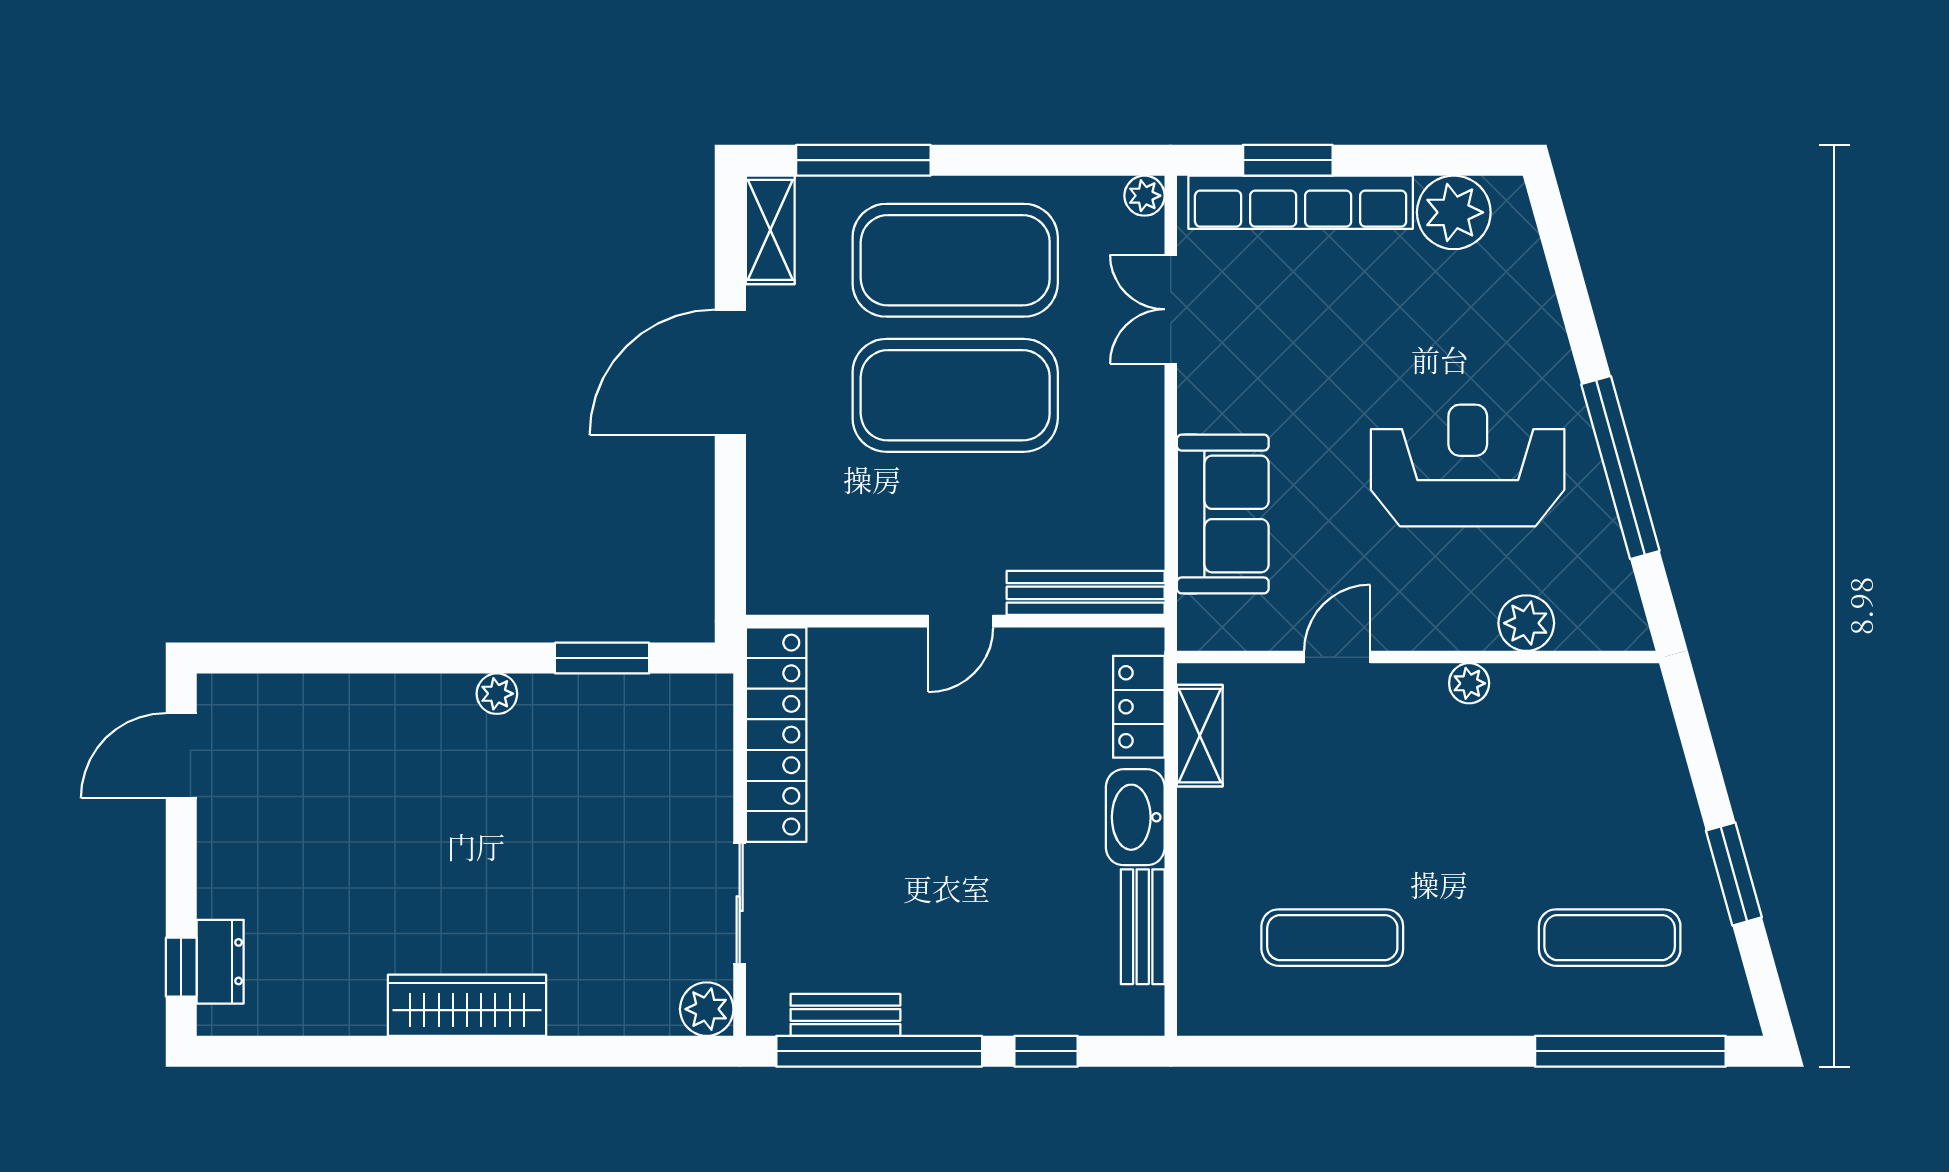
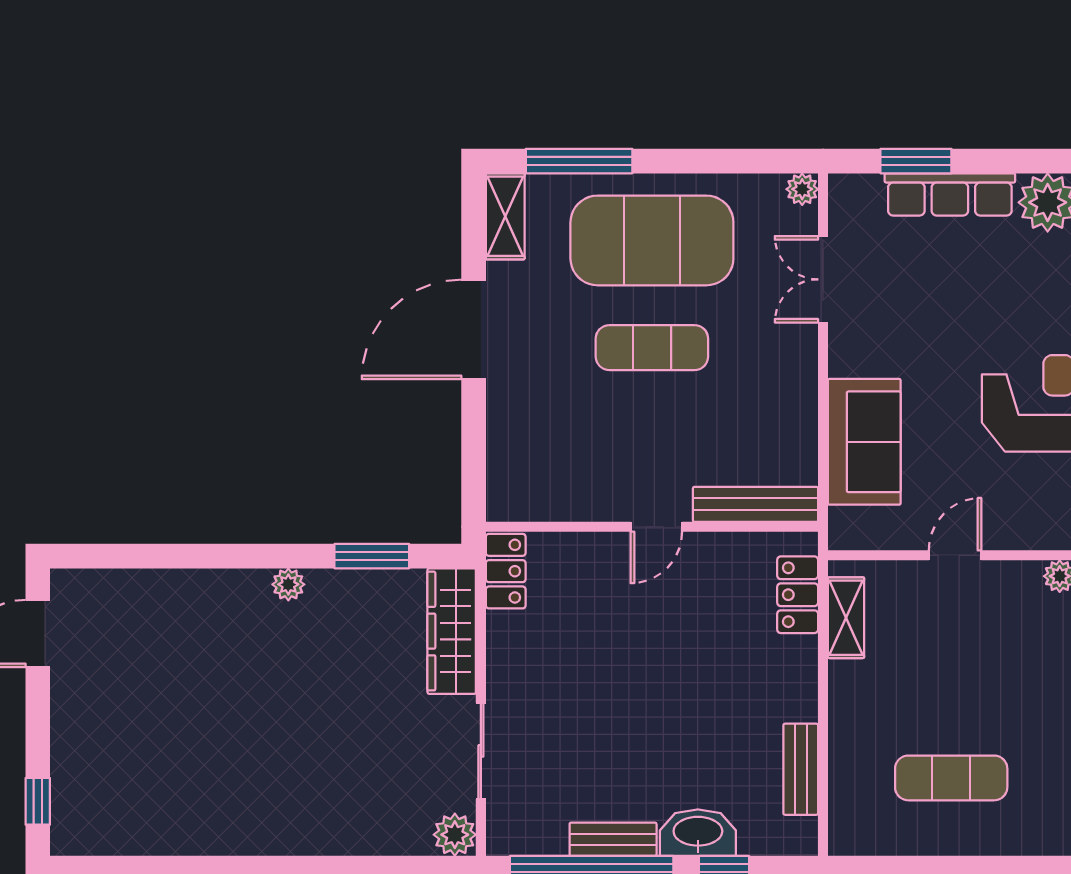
row of seats: (1301, 202) -> (950, 194), width x0.73
exercise mat: (955, 395) -> (652, 348), width x0.50, depth x0.69
locker: (776, 735) -> (506, 571), width x0.46, depth x0.83
washbasin: (1135, 817) -> (698, 833), moved, turned 90
dresser: (220, 962) -> (69, 797), removed
wardrobe: (467, 1005) -> (452, 631), moved, turned -90
bench: (845, 1015) -> (613, 839), moved

